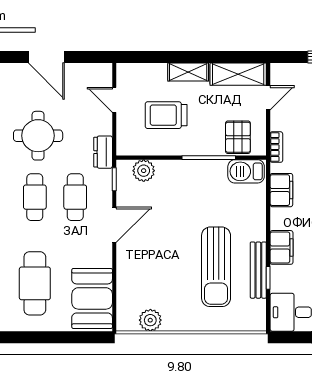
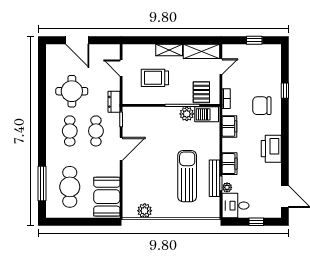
plant: (144, 171) -> (187, 114), moved
sun lounger: (216, 267) -> (187, 176), turned 180
plant: (278, 284) -> (227, 187), added

